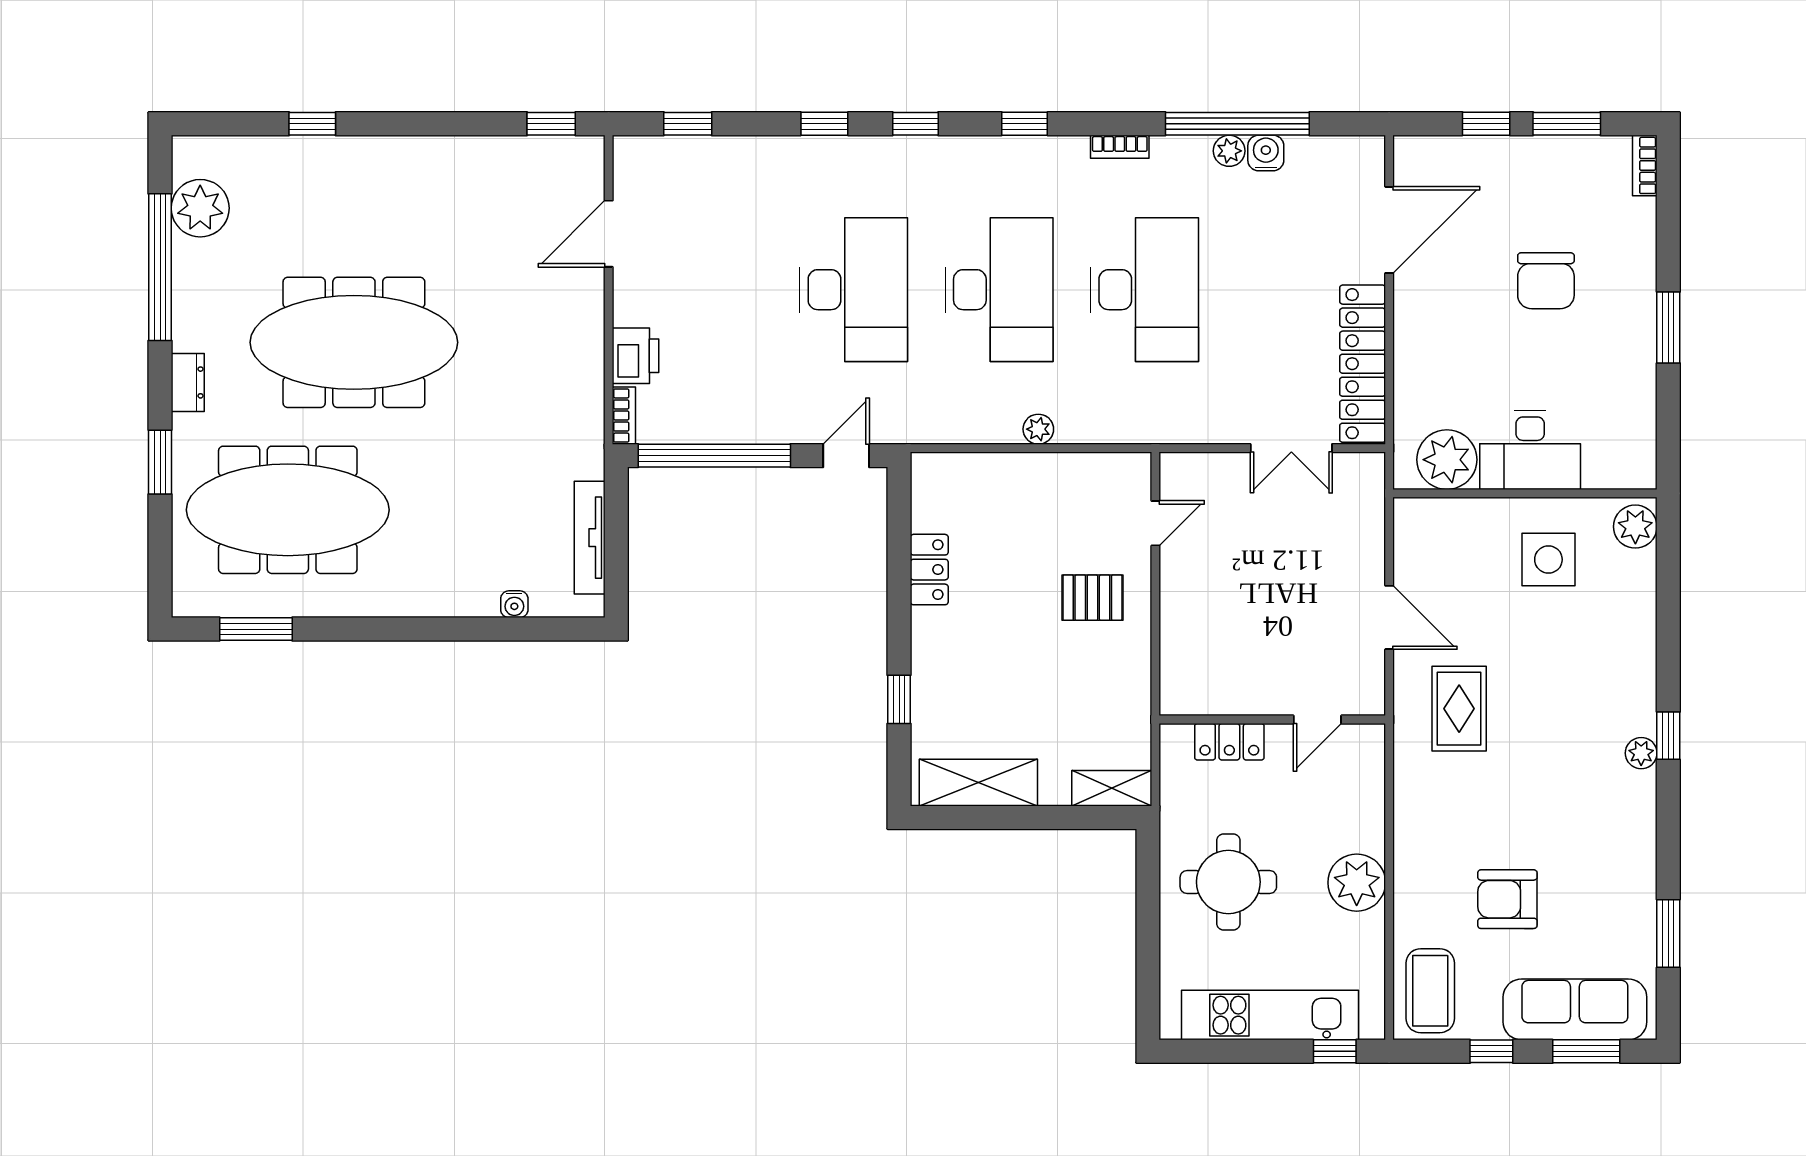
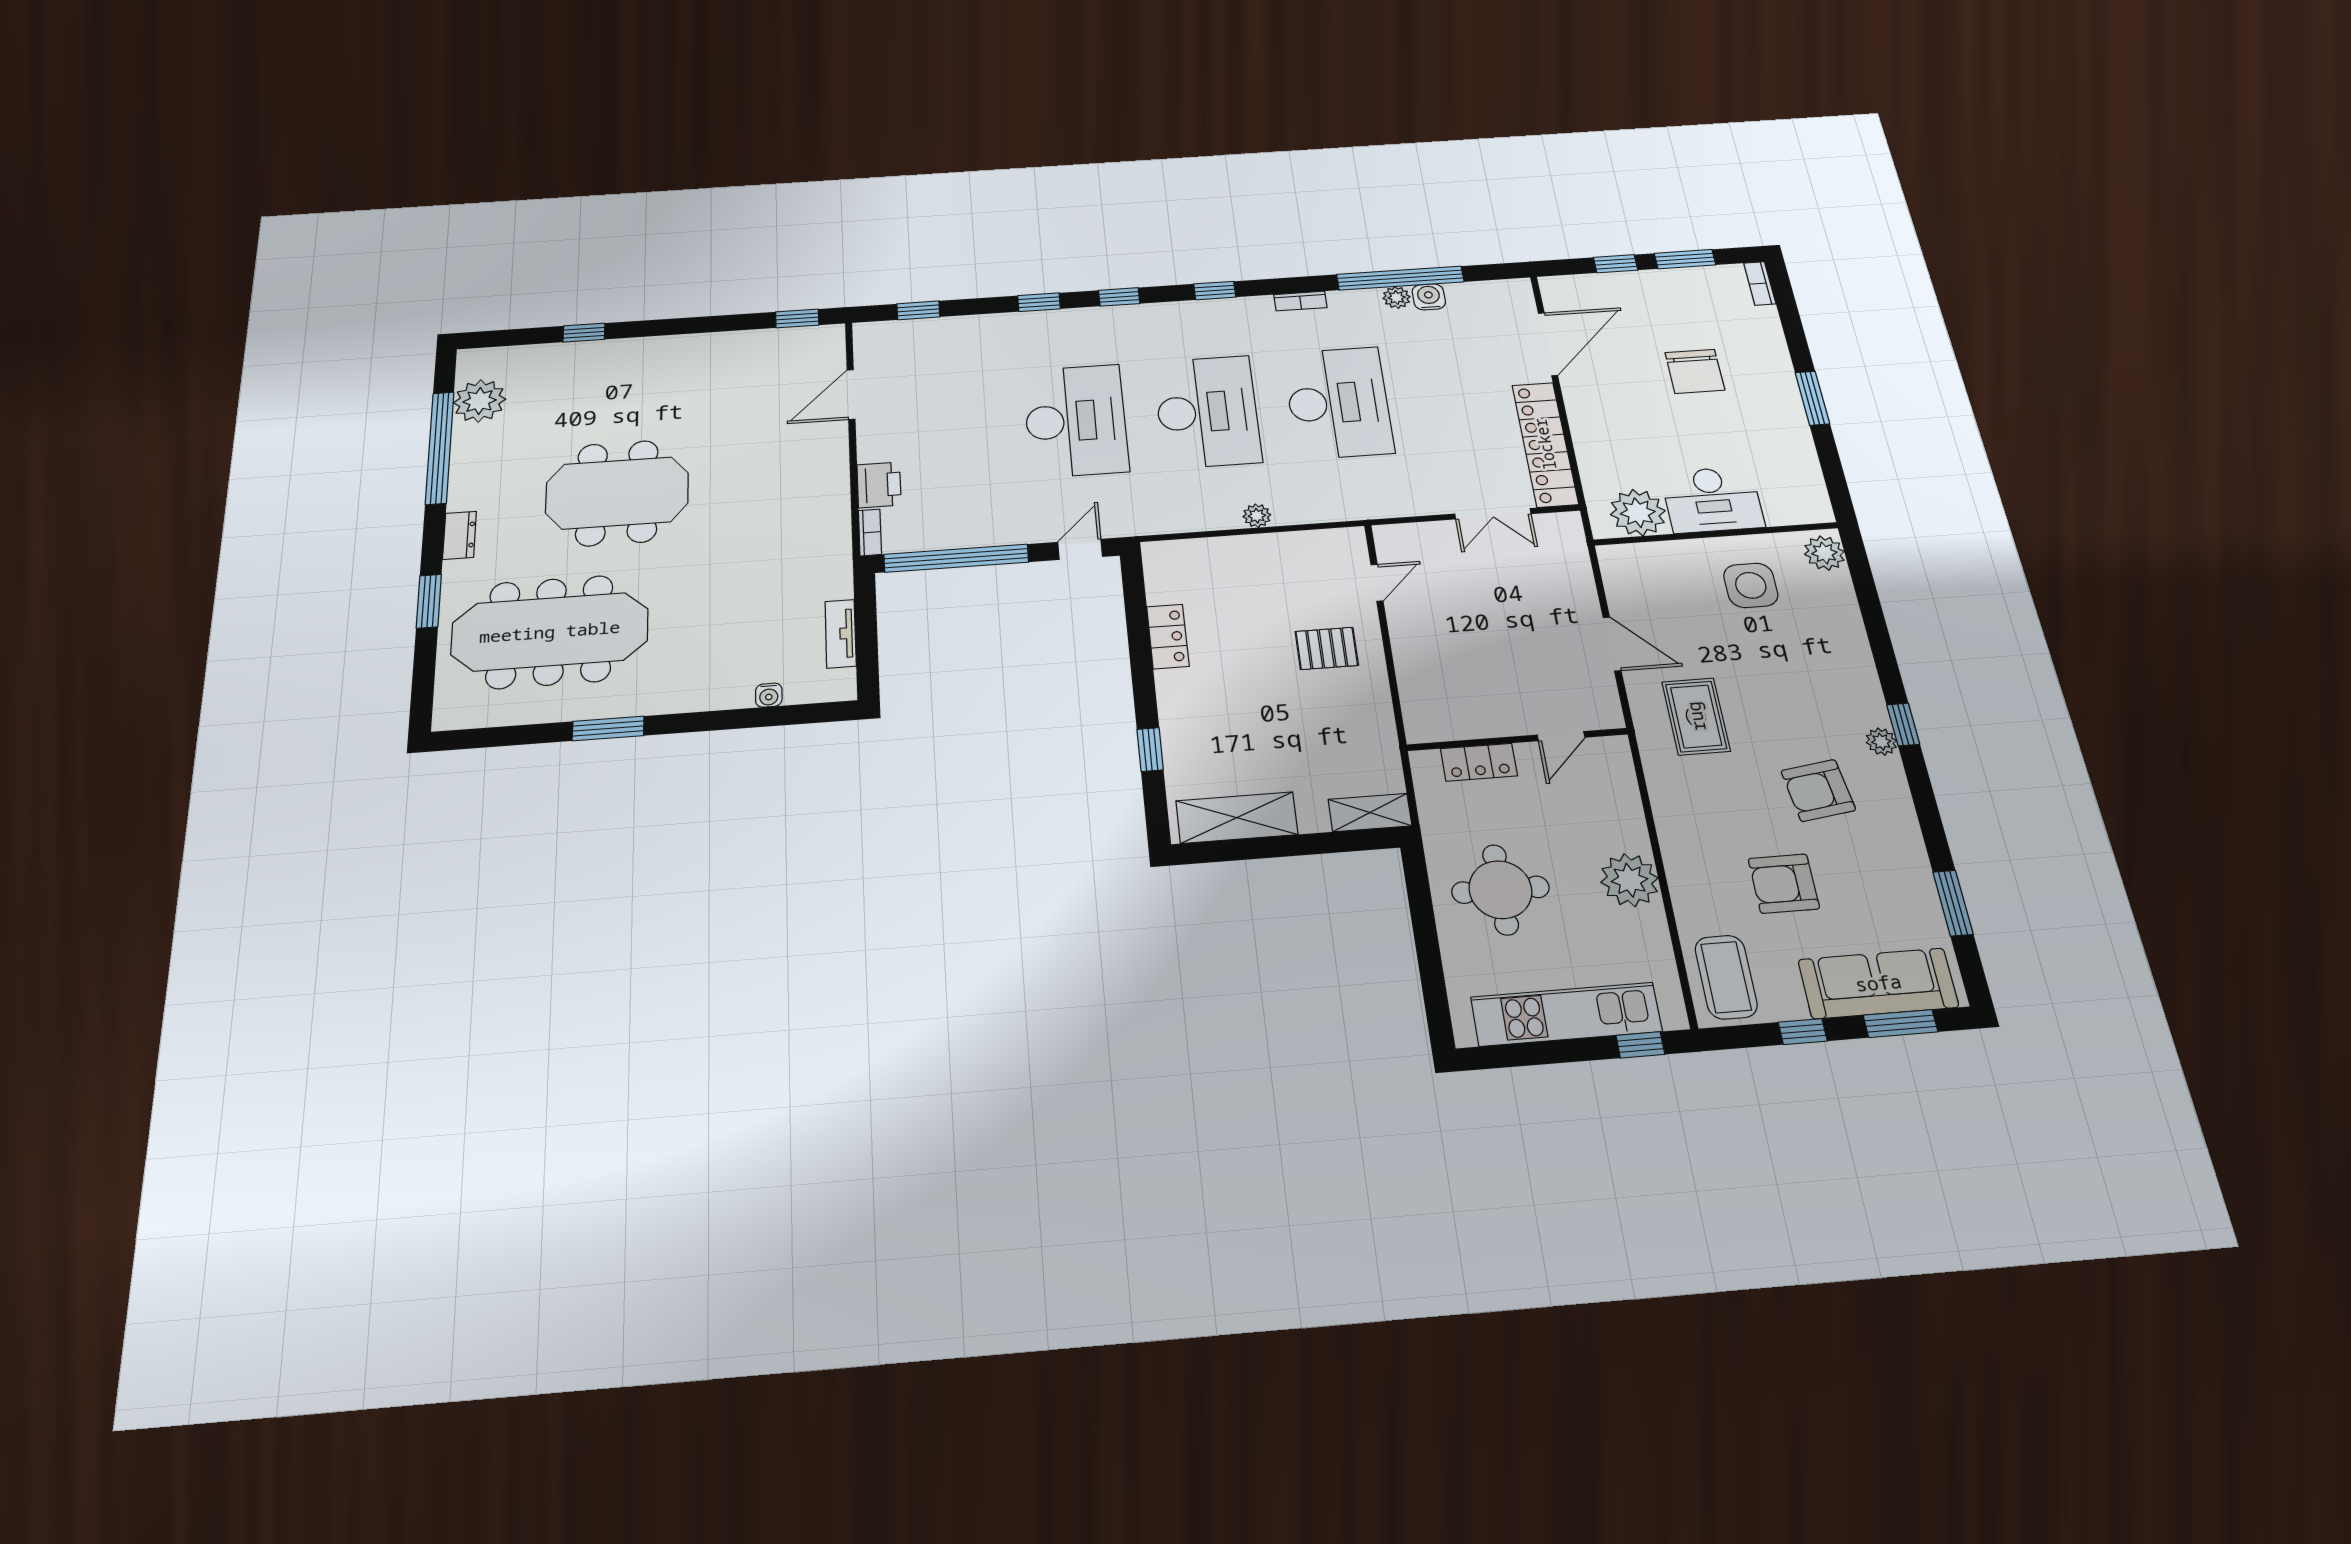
meeting table: (354, 342) -> (617, 493), width x0.73
tv unit: (590, 538) -> (841, 634), width x0.71
window: (256, 629) -> (608, 728), moved
armchair: (1564, 802) -> (1818, 790), added

